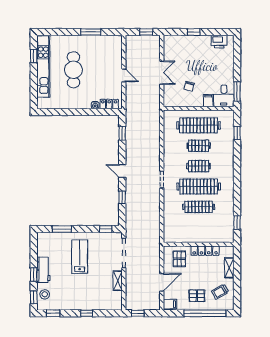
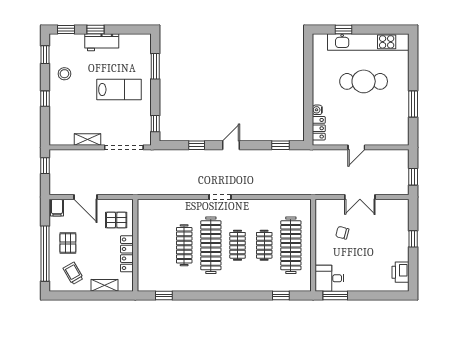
window: (34, 56) -> (343, 29), moved
filing cabinet: (208, 101) -> (323, 258), removed
stool: (45, 294) -> (64, 74), moved

